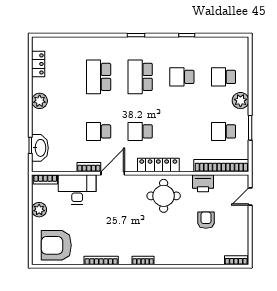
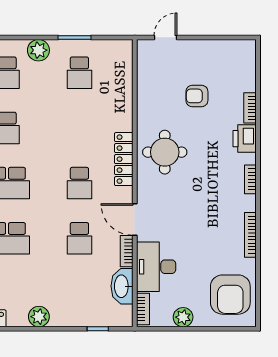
washbasin: (40, 148) -> (122, 286), moved, turned -90
bookcase: (221, 166) -> (125, 76), removed
printer: (203, 183) -> (245, 139), moved, turned 180
door: (250, 196) -> (165, 37), swing flipped
bookcase: (236, 260) -> (250, 108), moved

